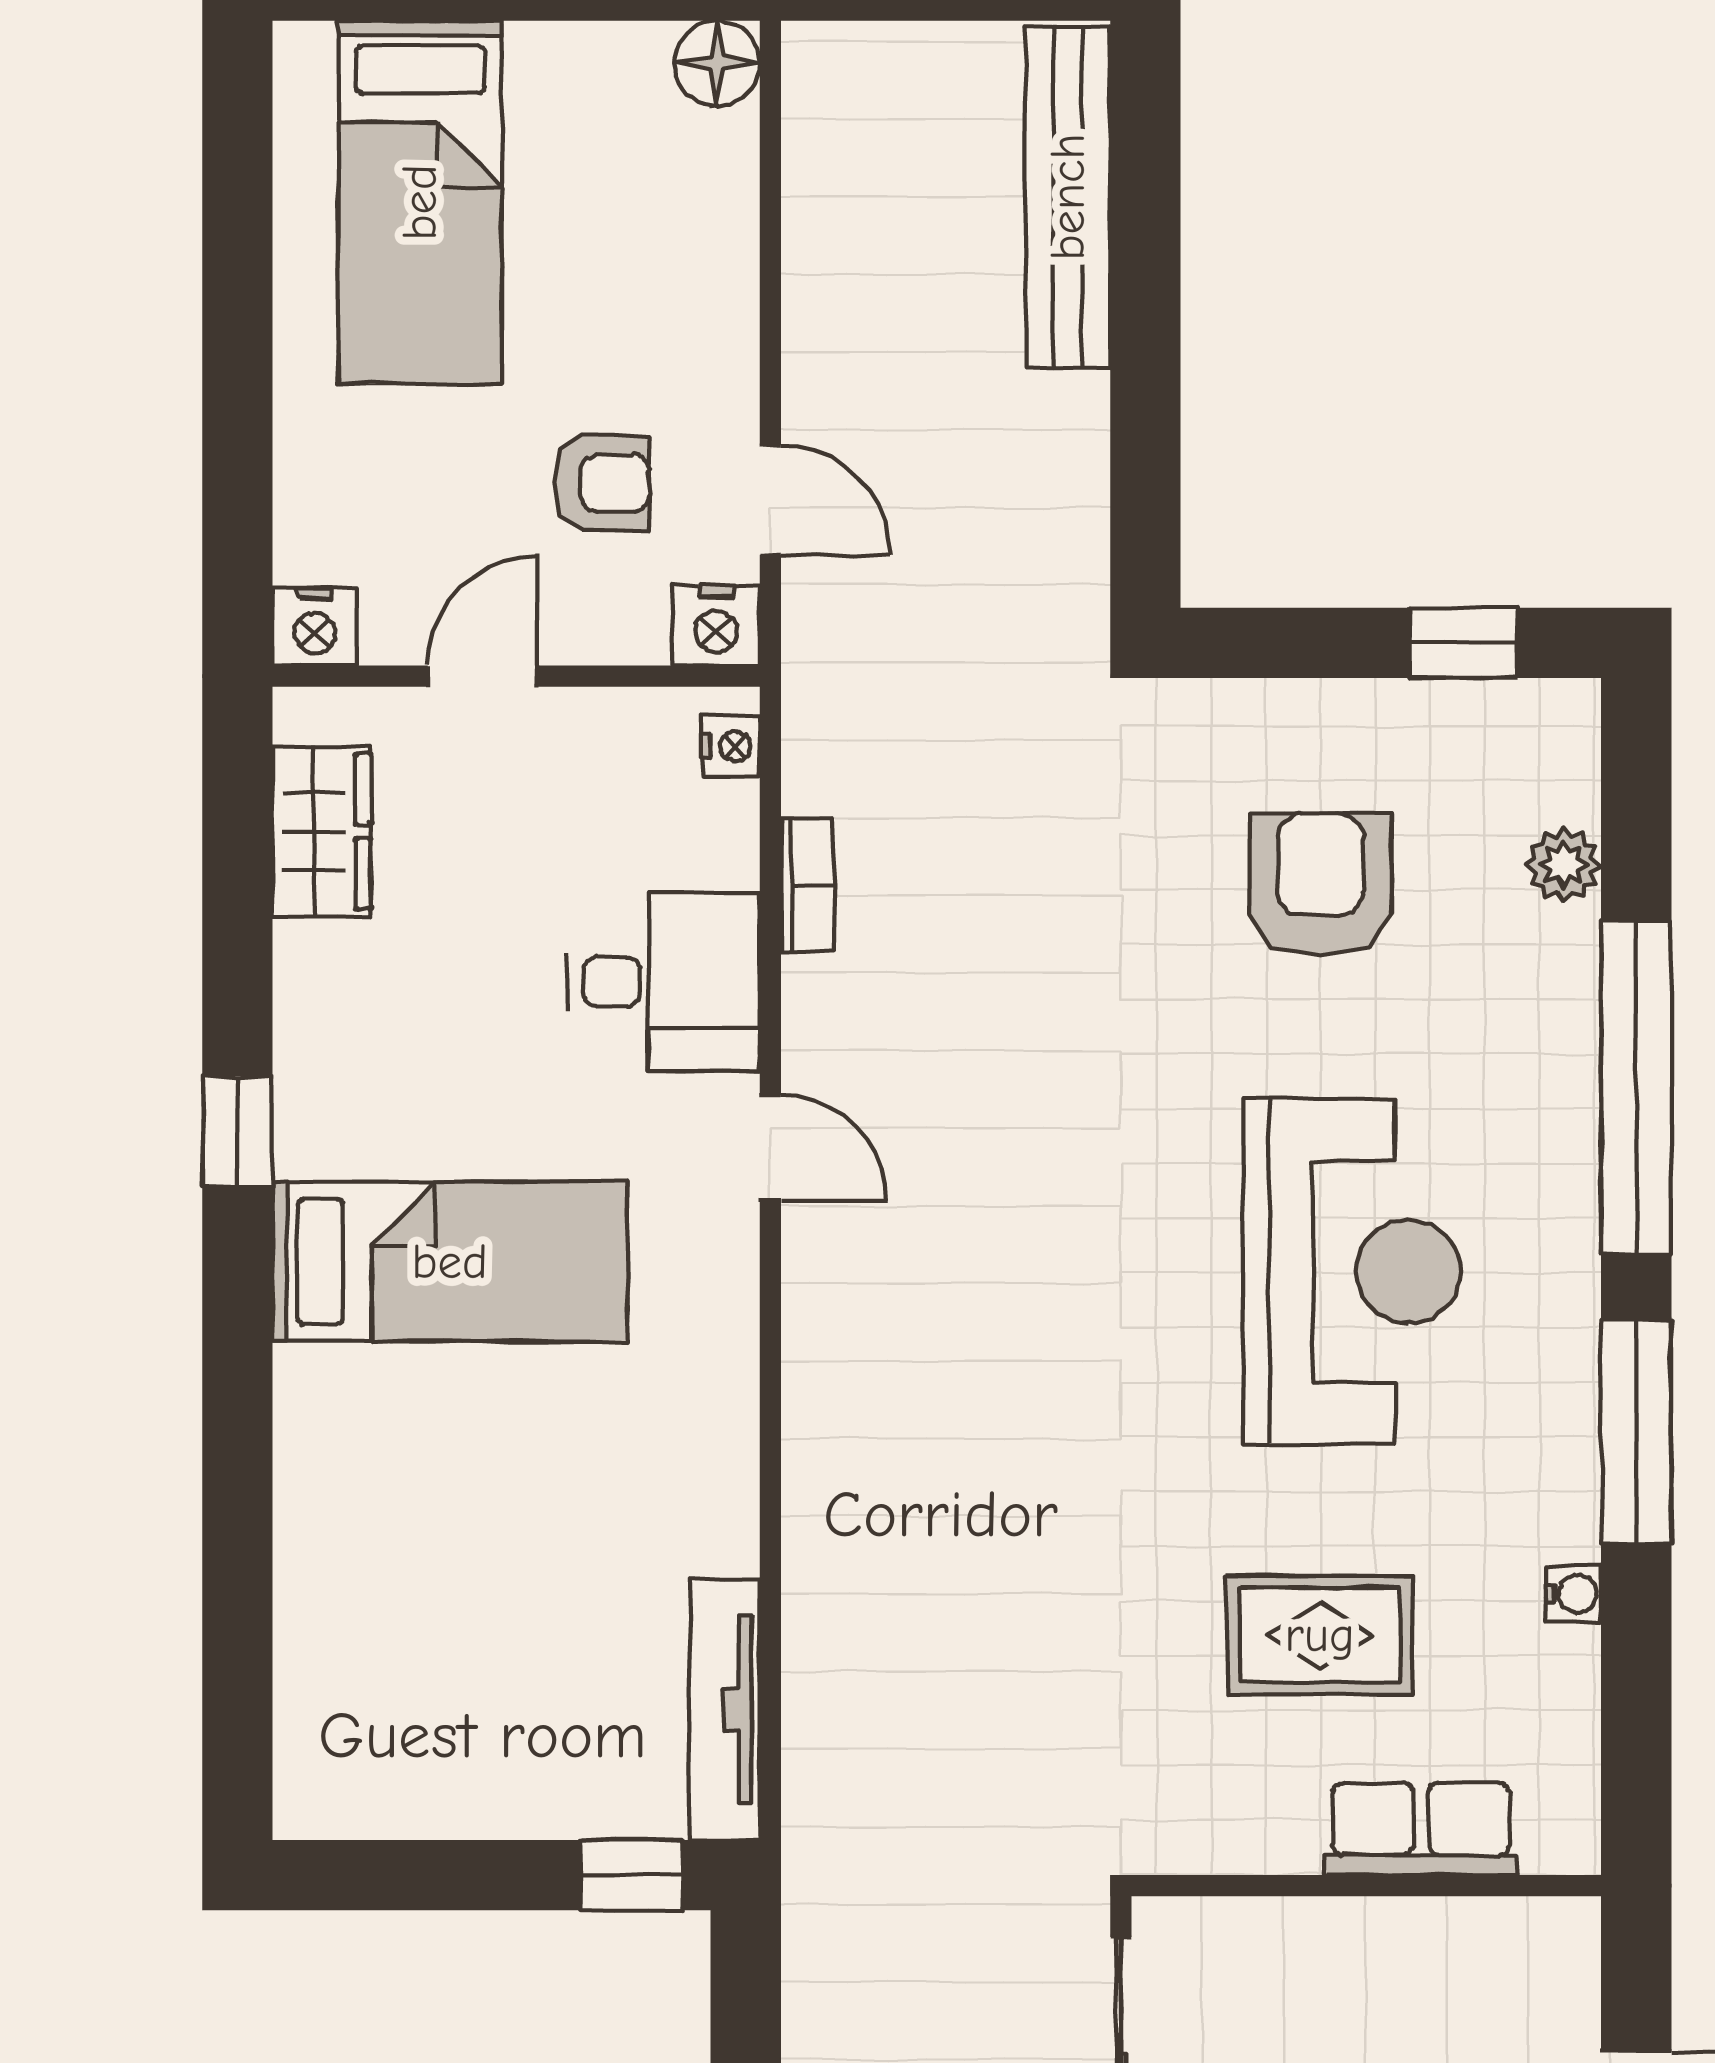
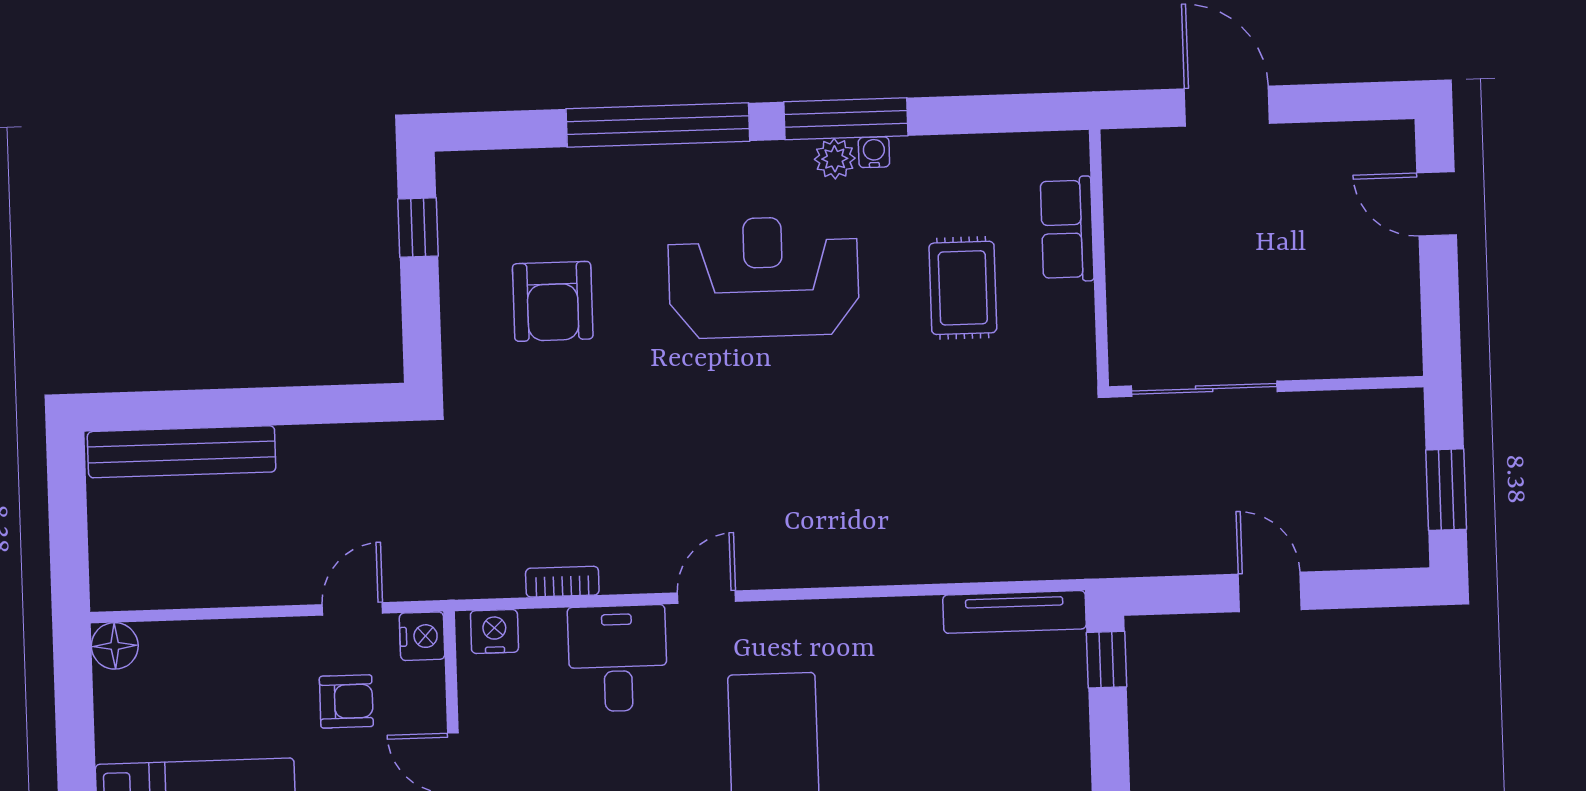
armchair: (602, 483) -> (346, 701), turned 90
nightstand: (731, 746) -> (494, 631), width x1.39, depth x1.35
plant: (1564, 865) -> (835, 159), moved
armchair: (1320, 885) -> (553, 301), turned -90
water cooler: (1573, 1594) -> (874, 152), moved

